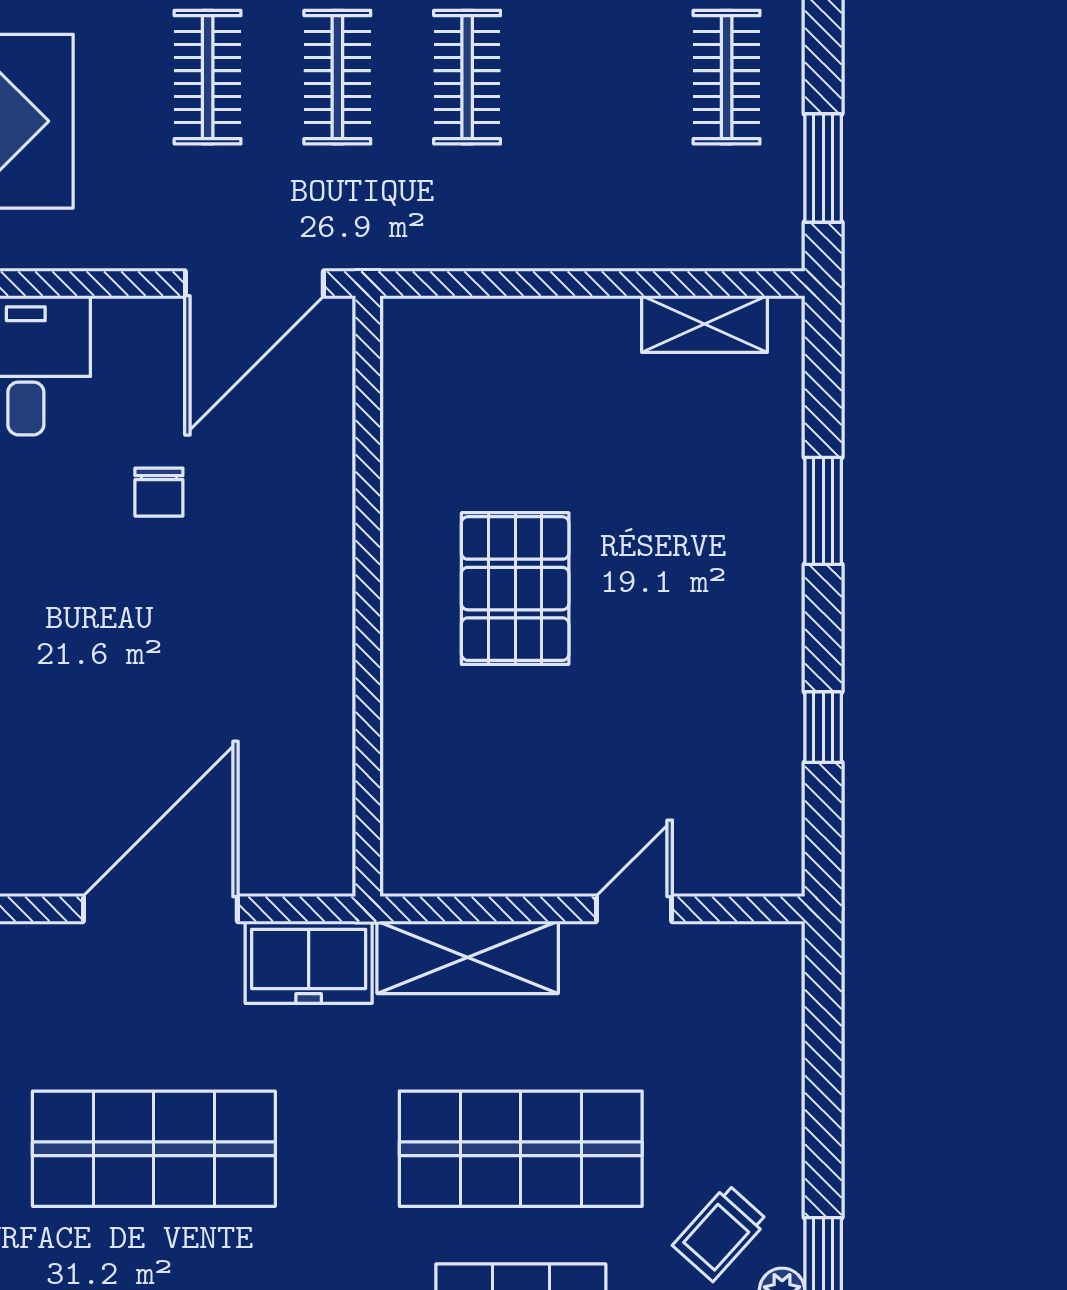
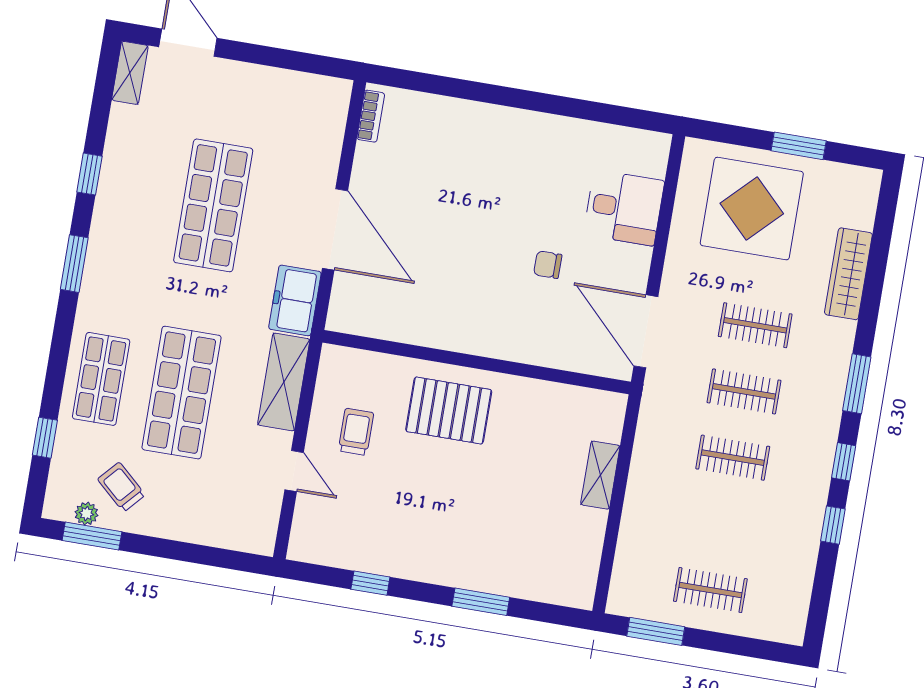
shelving: (705, 324) -> (600, 475), moved
pallet: (515, 589) -> (449, 411), moved
trolley: (539, 803) -> (356, 432), added

